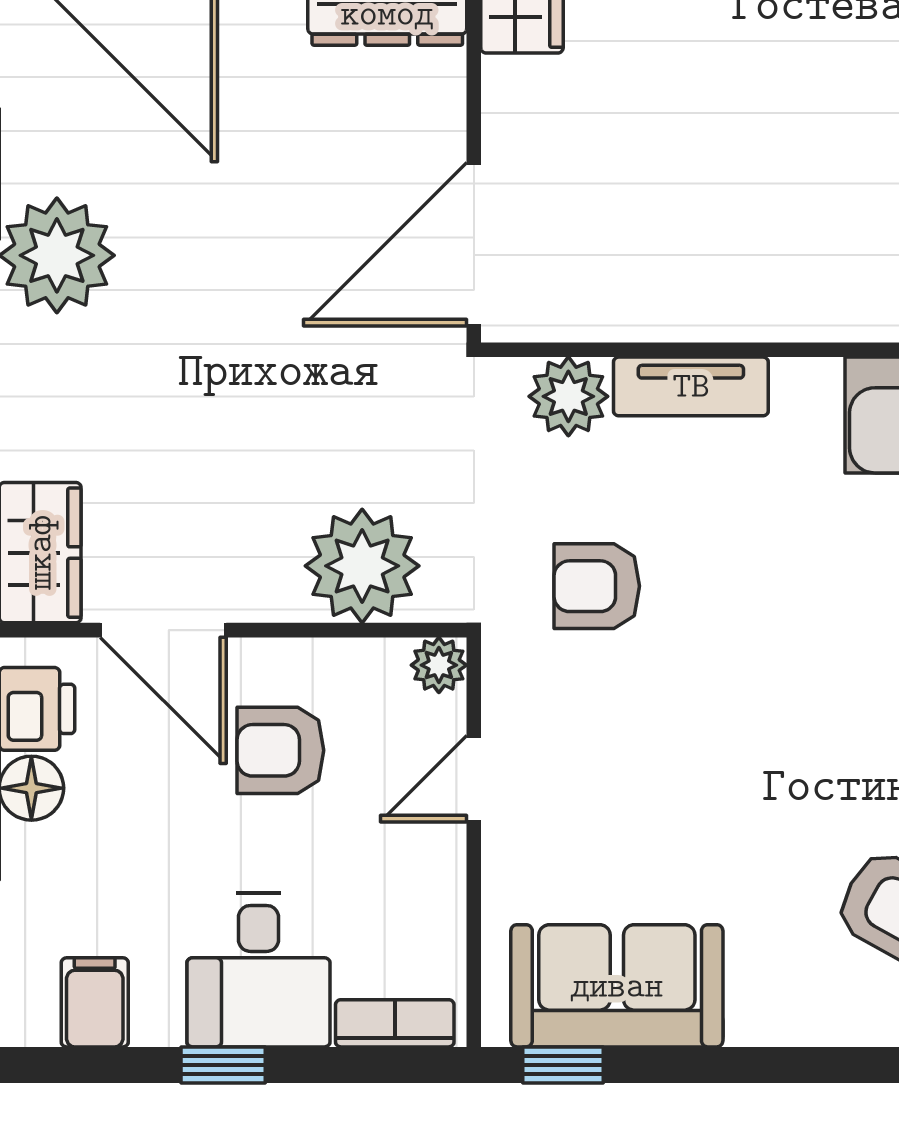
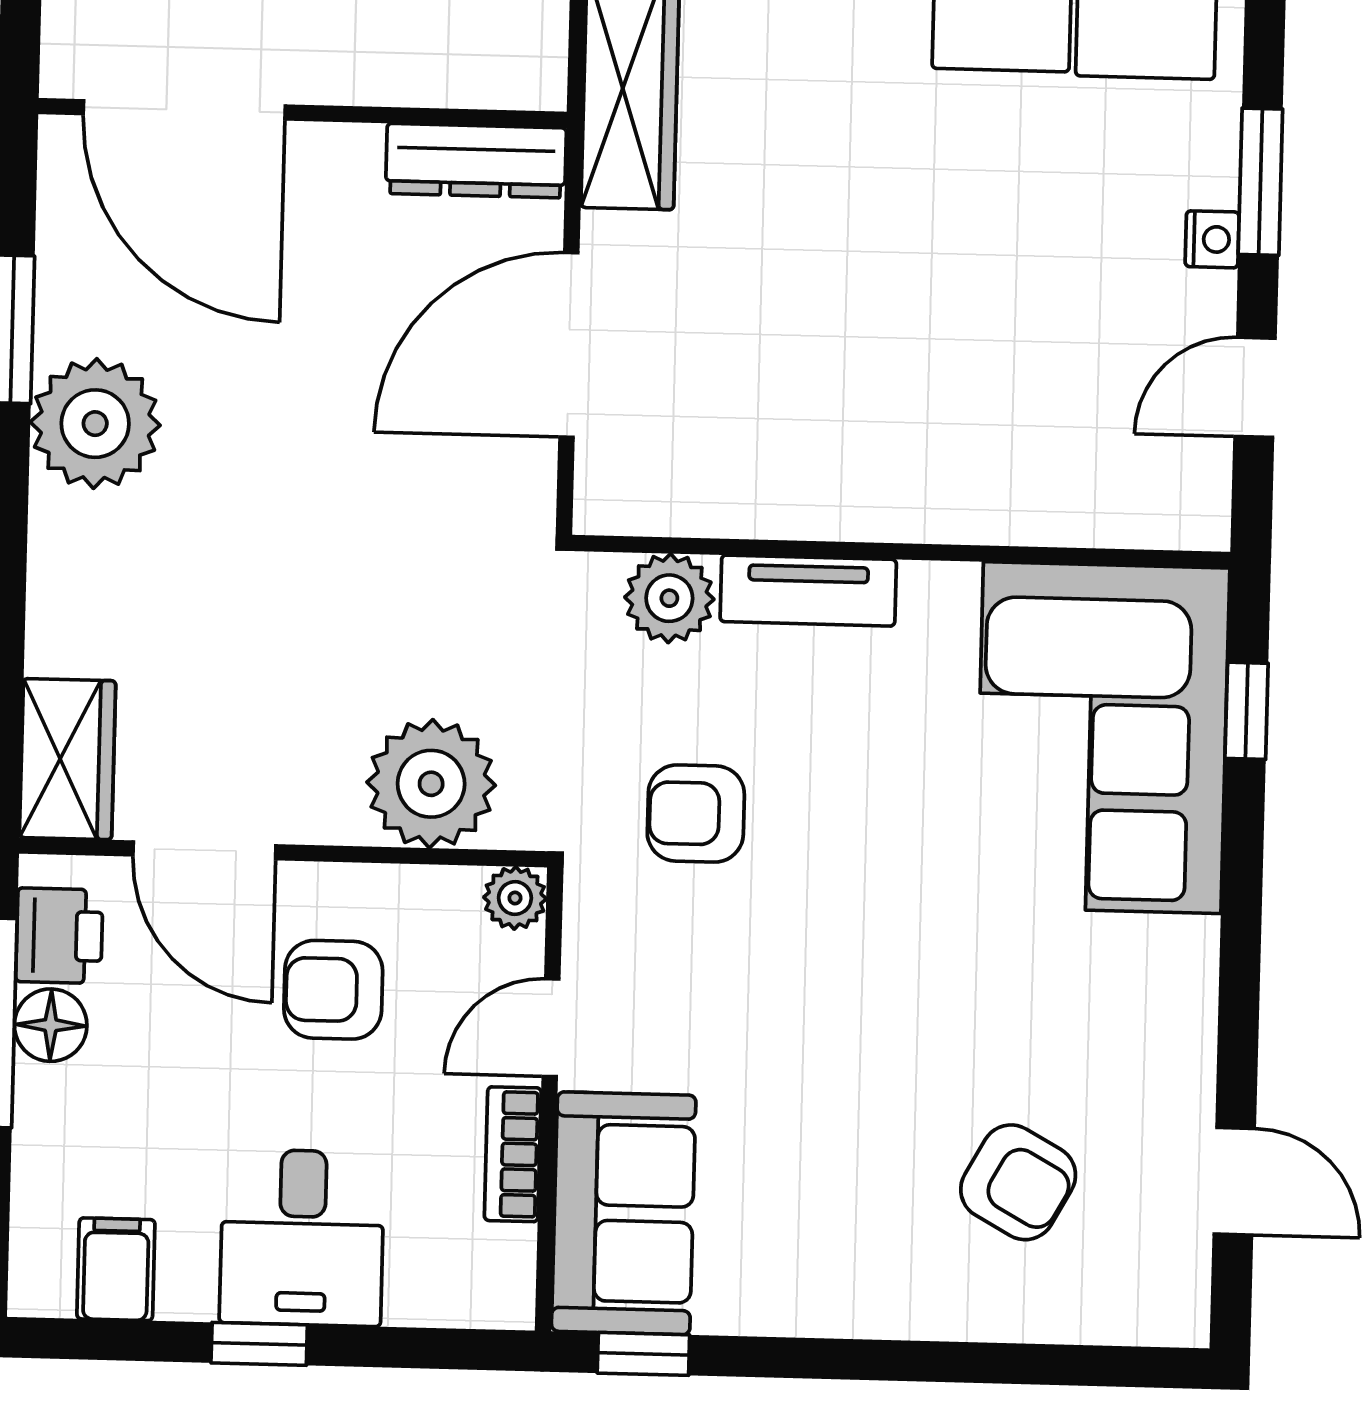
door: (474, 244) -> (569, 345), moved
sofa: (617, 986) -> (624, 1213), moved, turned 90
bookcase: (395, 1023) -> (513, 1154), moved, turned -90

